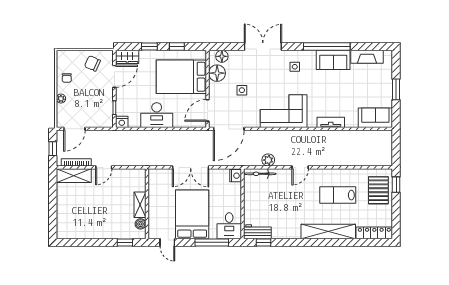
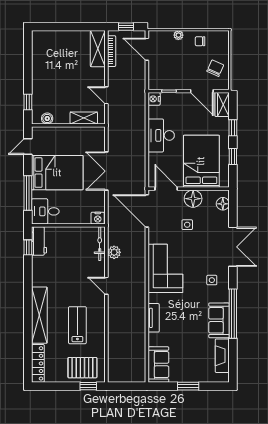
floor lamp: (217, 73) -> (193, 199), moved
door: (104, 167) -> (106, 95), moved
shelving: (140, 205) -> (84, 118), moved

